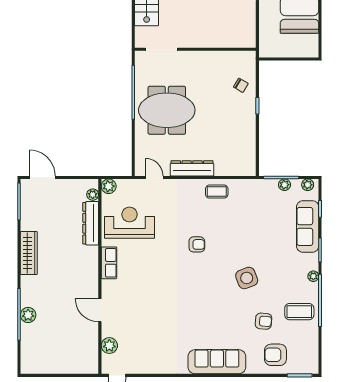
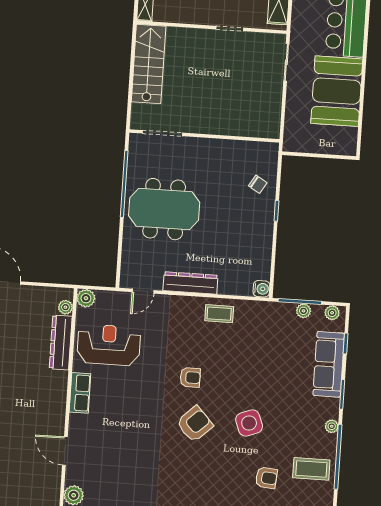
water cooler: (249, 169) -> (261, 289), added
door: (154, 177) -> (143, 291), swing flipped
armchair: (203, 282) -> (195, 424), added

